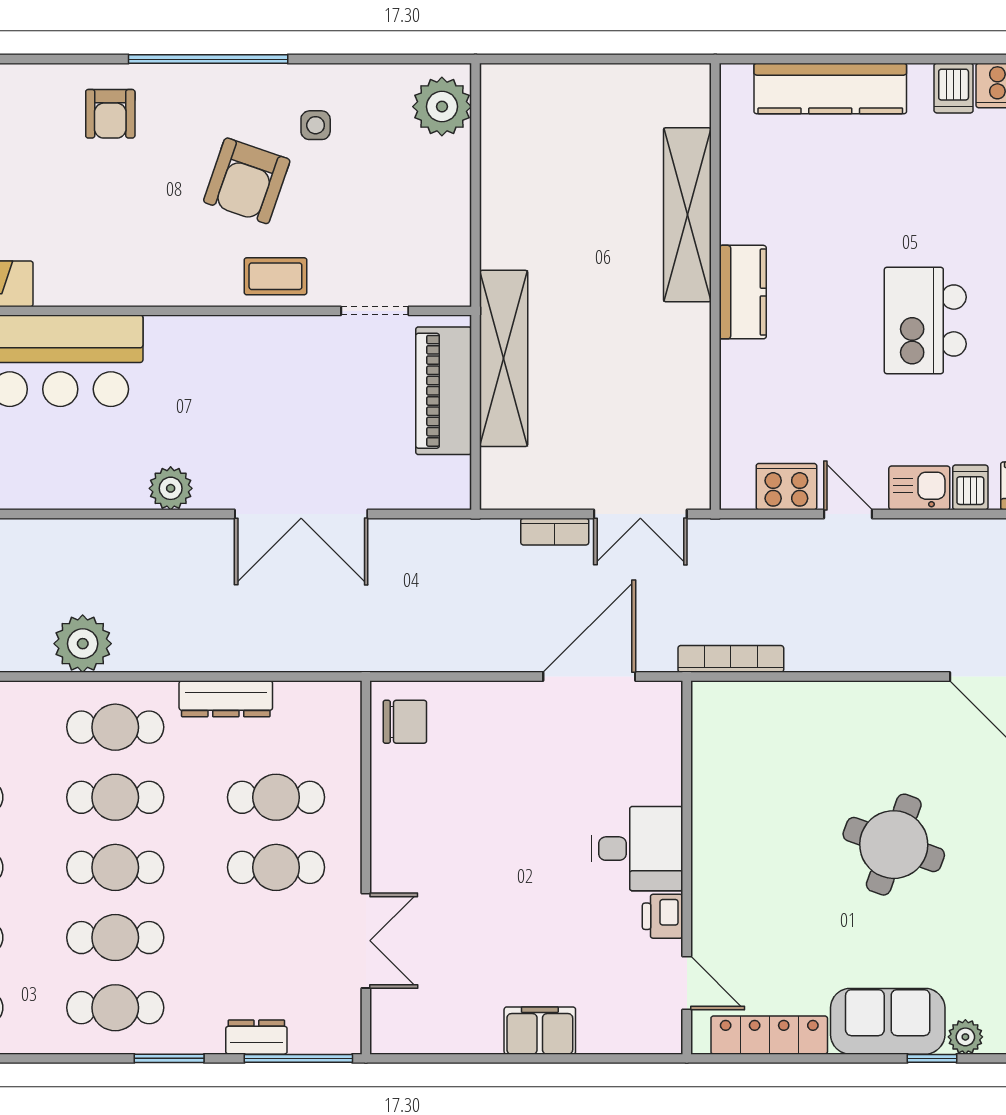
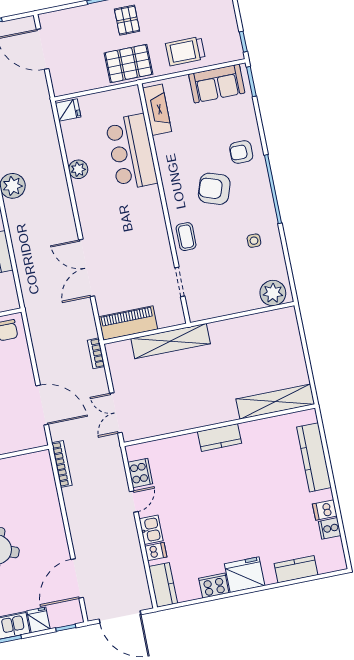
armchair: (247, 181) -> (214, 189), moved
shelving: (687, 215) -> (275, 402), moved
kitchen island: (925, 320) -> (223, 518), removed
piano: (444, 391) -> (128, 323), moved
plant: (171, 488) -> (78, 169), moved
bookcase: (555, 532) -> (96, 353), moved

